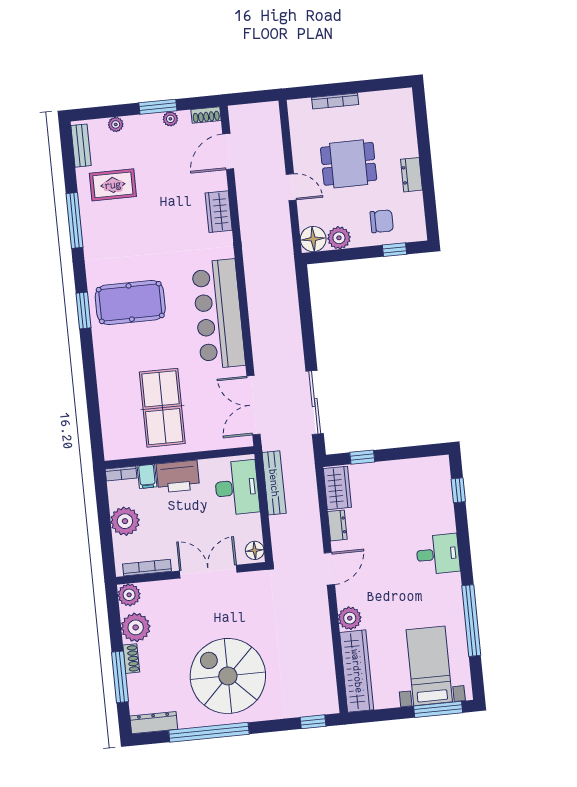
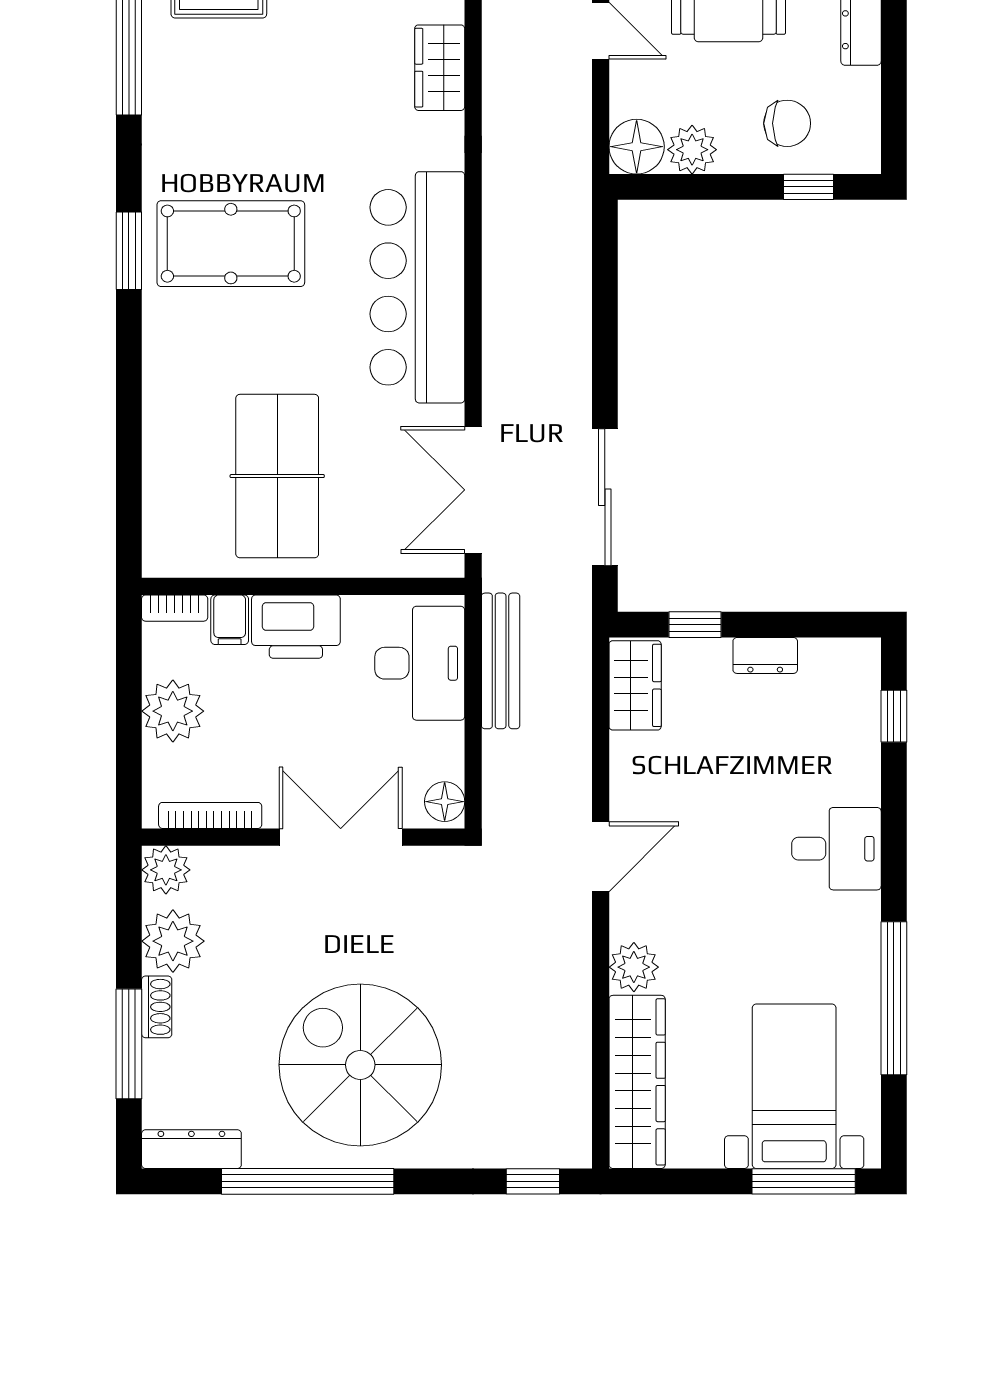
dresser: (337, 525) -> (765, 655), moved, turned 90

